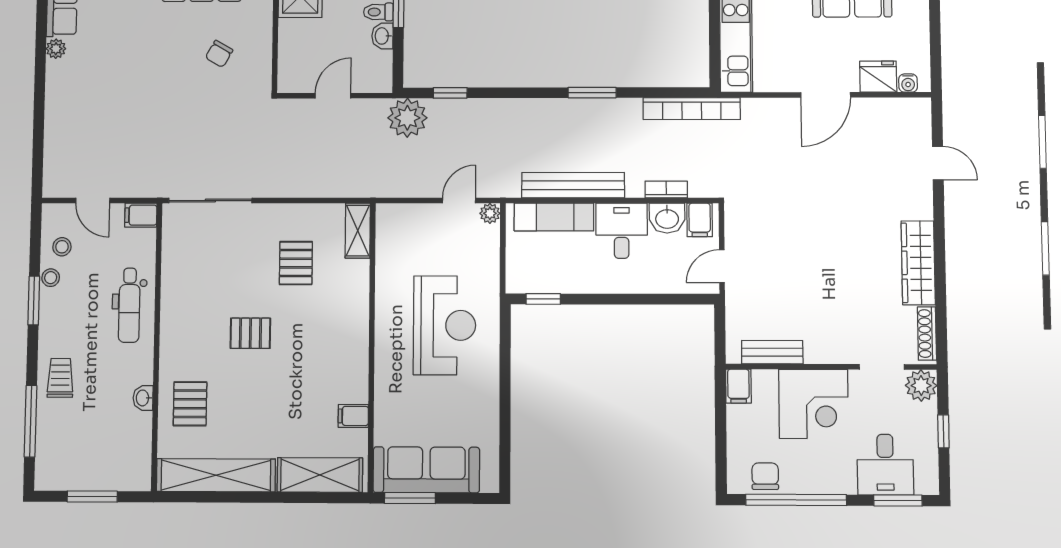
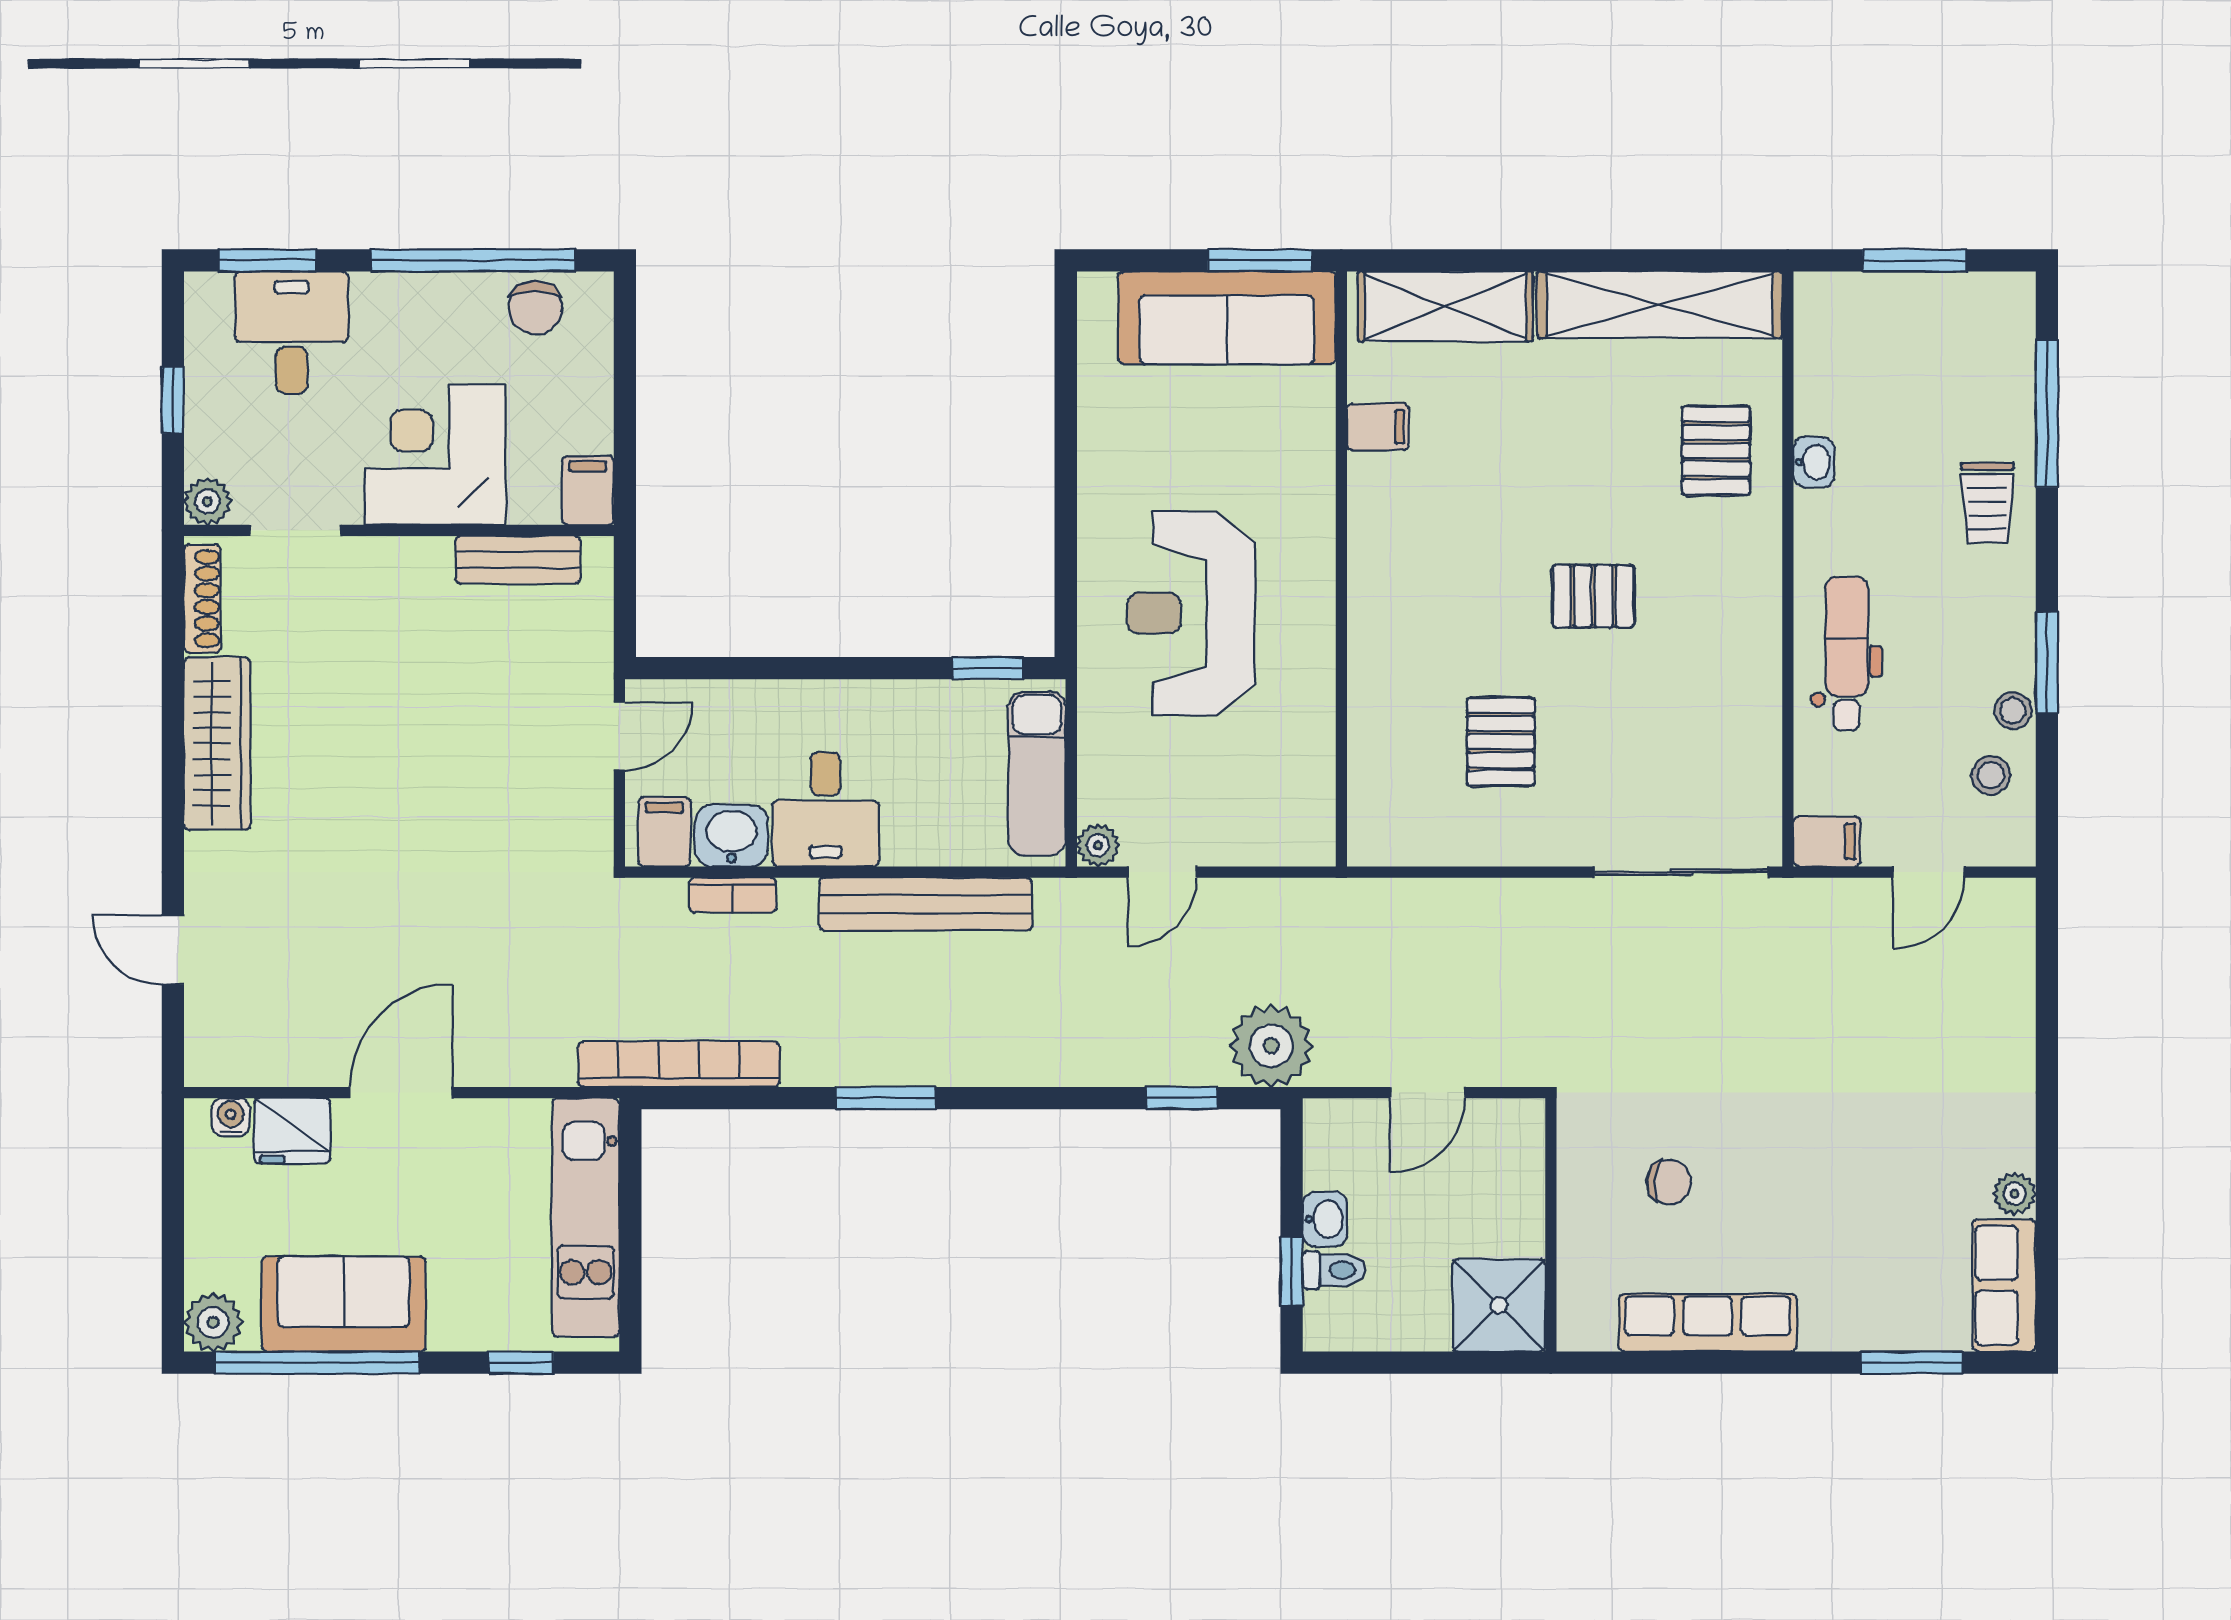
chair: (219, 54) -> (1669, 1182), turned 66
door: (93, 200) -> (1928, 872), swing flipped
exam couch: (554, 217) -> (1037, 774), moved, turned -90
shelving: (358, 231) -> (1373, 809), removed
plant: (921, 386) -> (207, 501), width x0.73, depth x0.73

